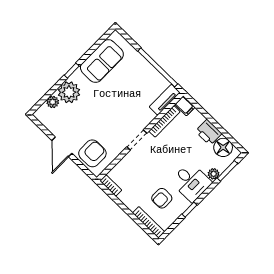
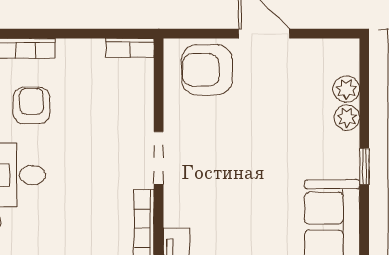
plant: (69, 92) -> (347, 118), width x0.53, depth x0.53
armchair: (92, 153) -> (207, 70), turned 90

